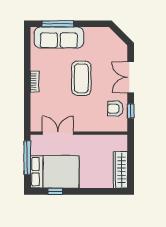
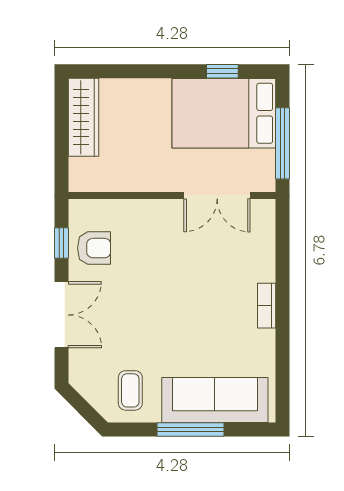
window: (58, 24) -> (190, 429), moved
coffee table: (81, 78) -> (130, 390), moved, width x0.54, depth x0.58

